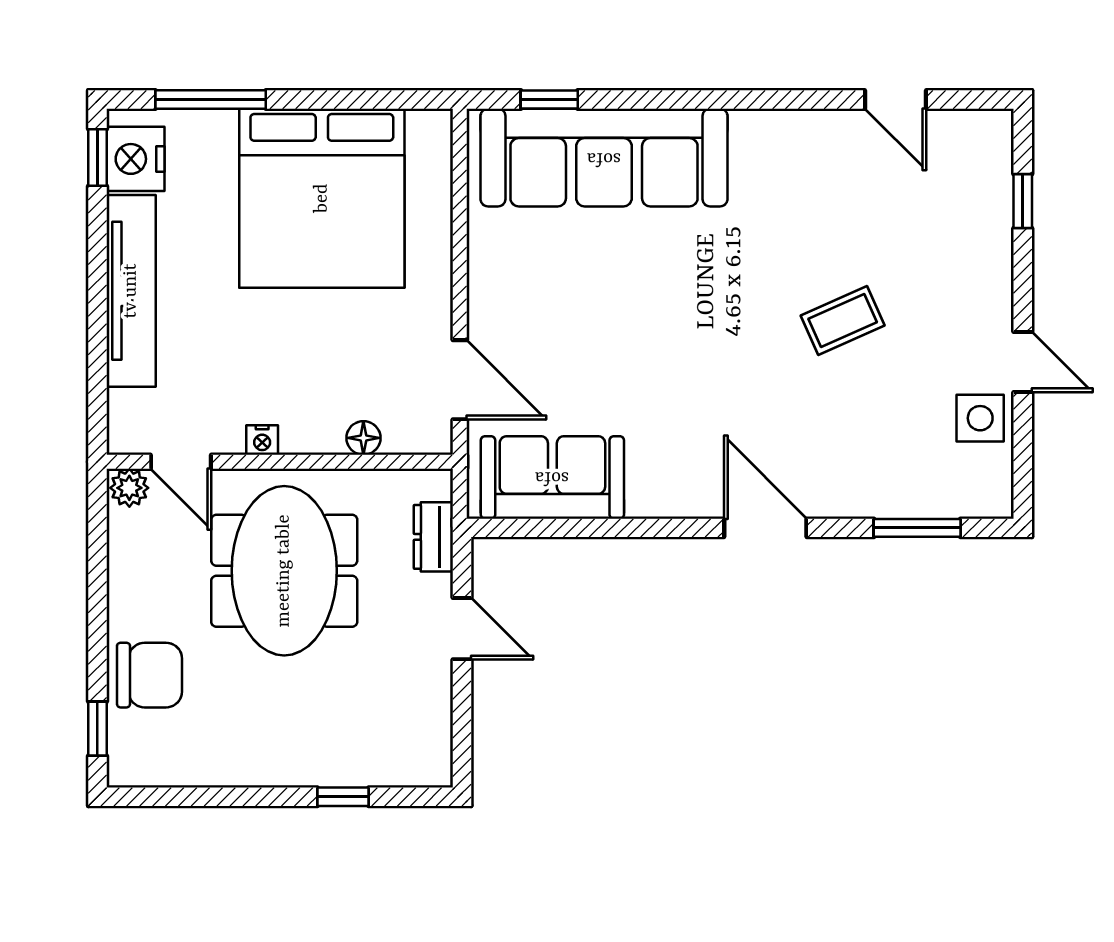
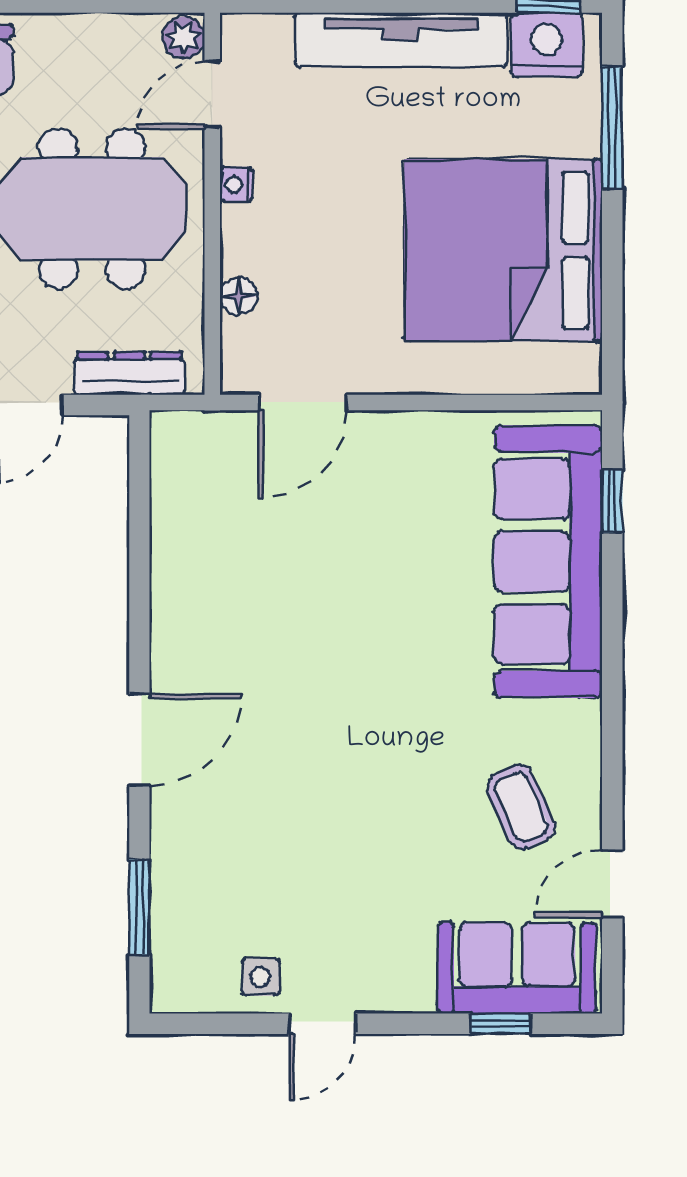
coffee table: (843, 320) -> (521, 807), moved
side table: (980, 418) -> (260, 977), width x0.73, depth x0.73
sofa: (552, 477) -> (517, 968), moved, turned -90
dresser: (433, 537) -> (129, 373), width x1.44

